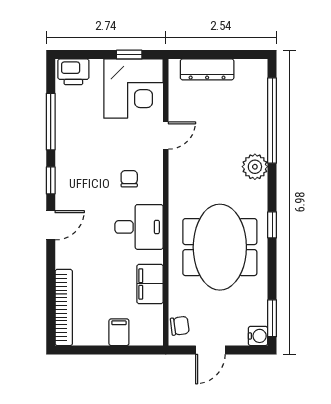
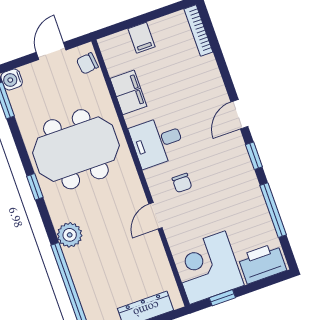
printer: (73, 72) -> (262, 263), width x1.37, depth x1.19
door: (166, 136) -> (156, 216), moved
meeting table: (220, 247) -> (76, 149), turned 90
bookcase: (64, 307) -> (198, 30), width x0.68, depth x0.76

